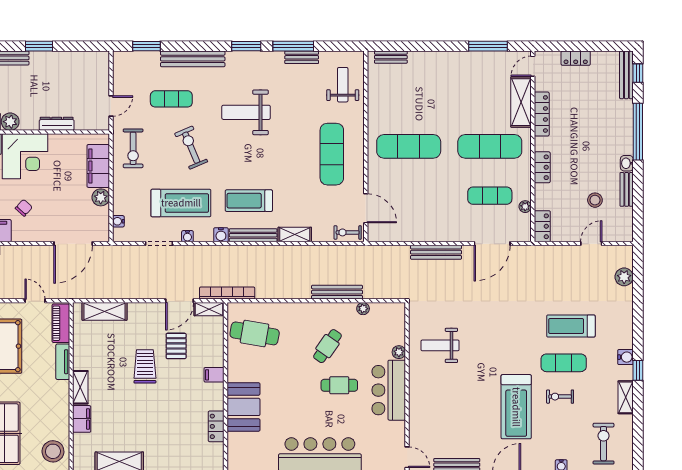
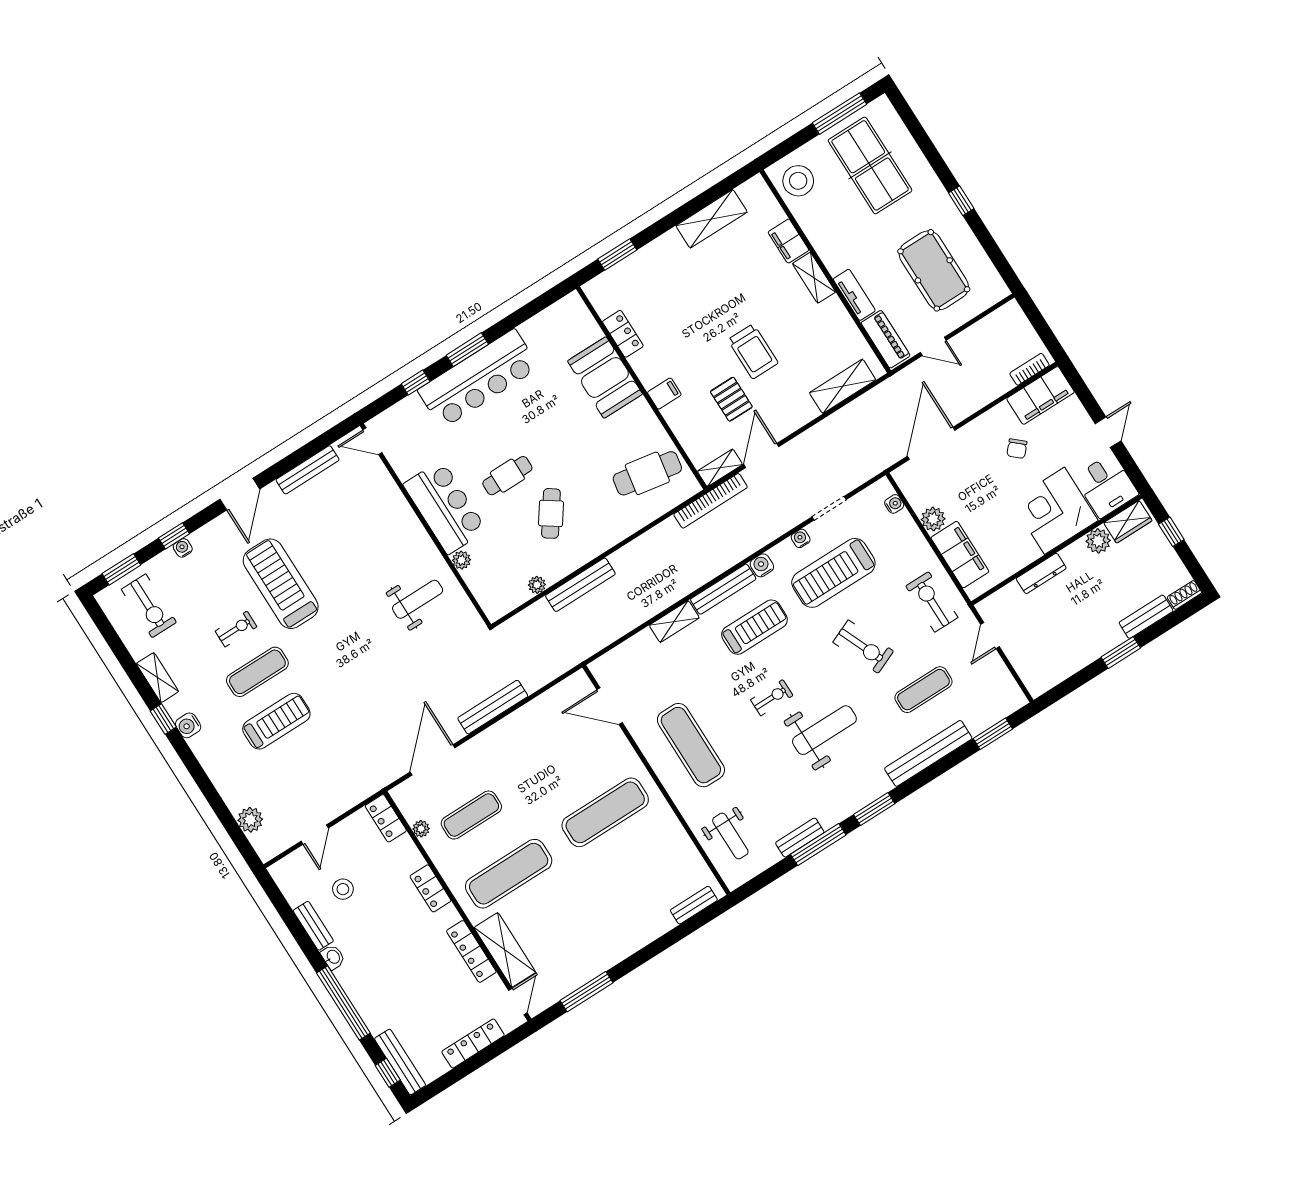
locker: (576, 58) -> (473, 1043), width x1.53
exercise bike: (348, 232) -> (772, 698), moved

